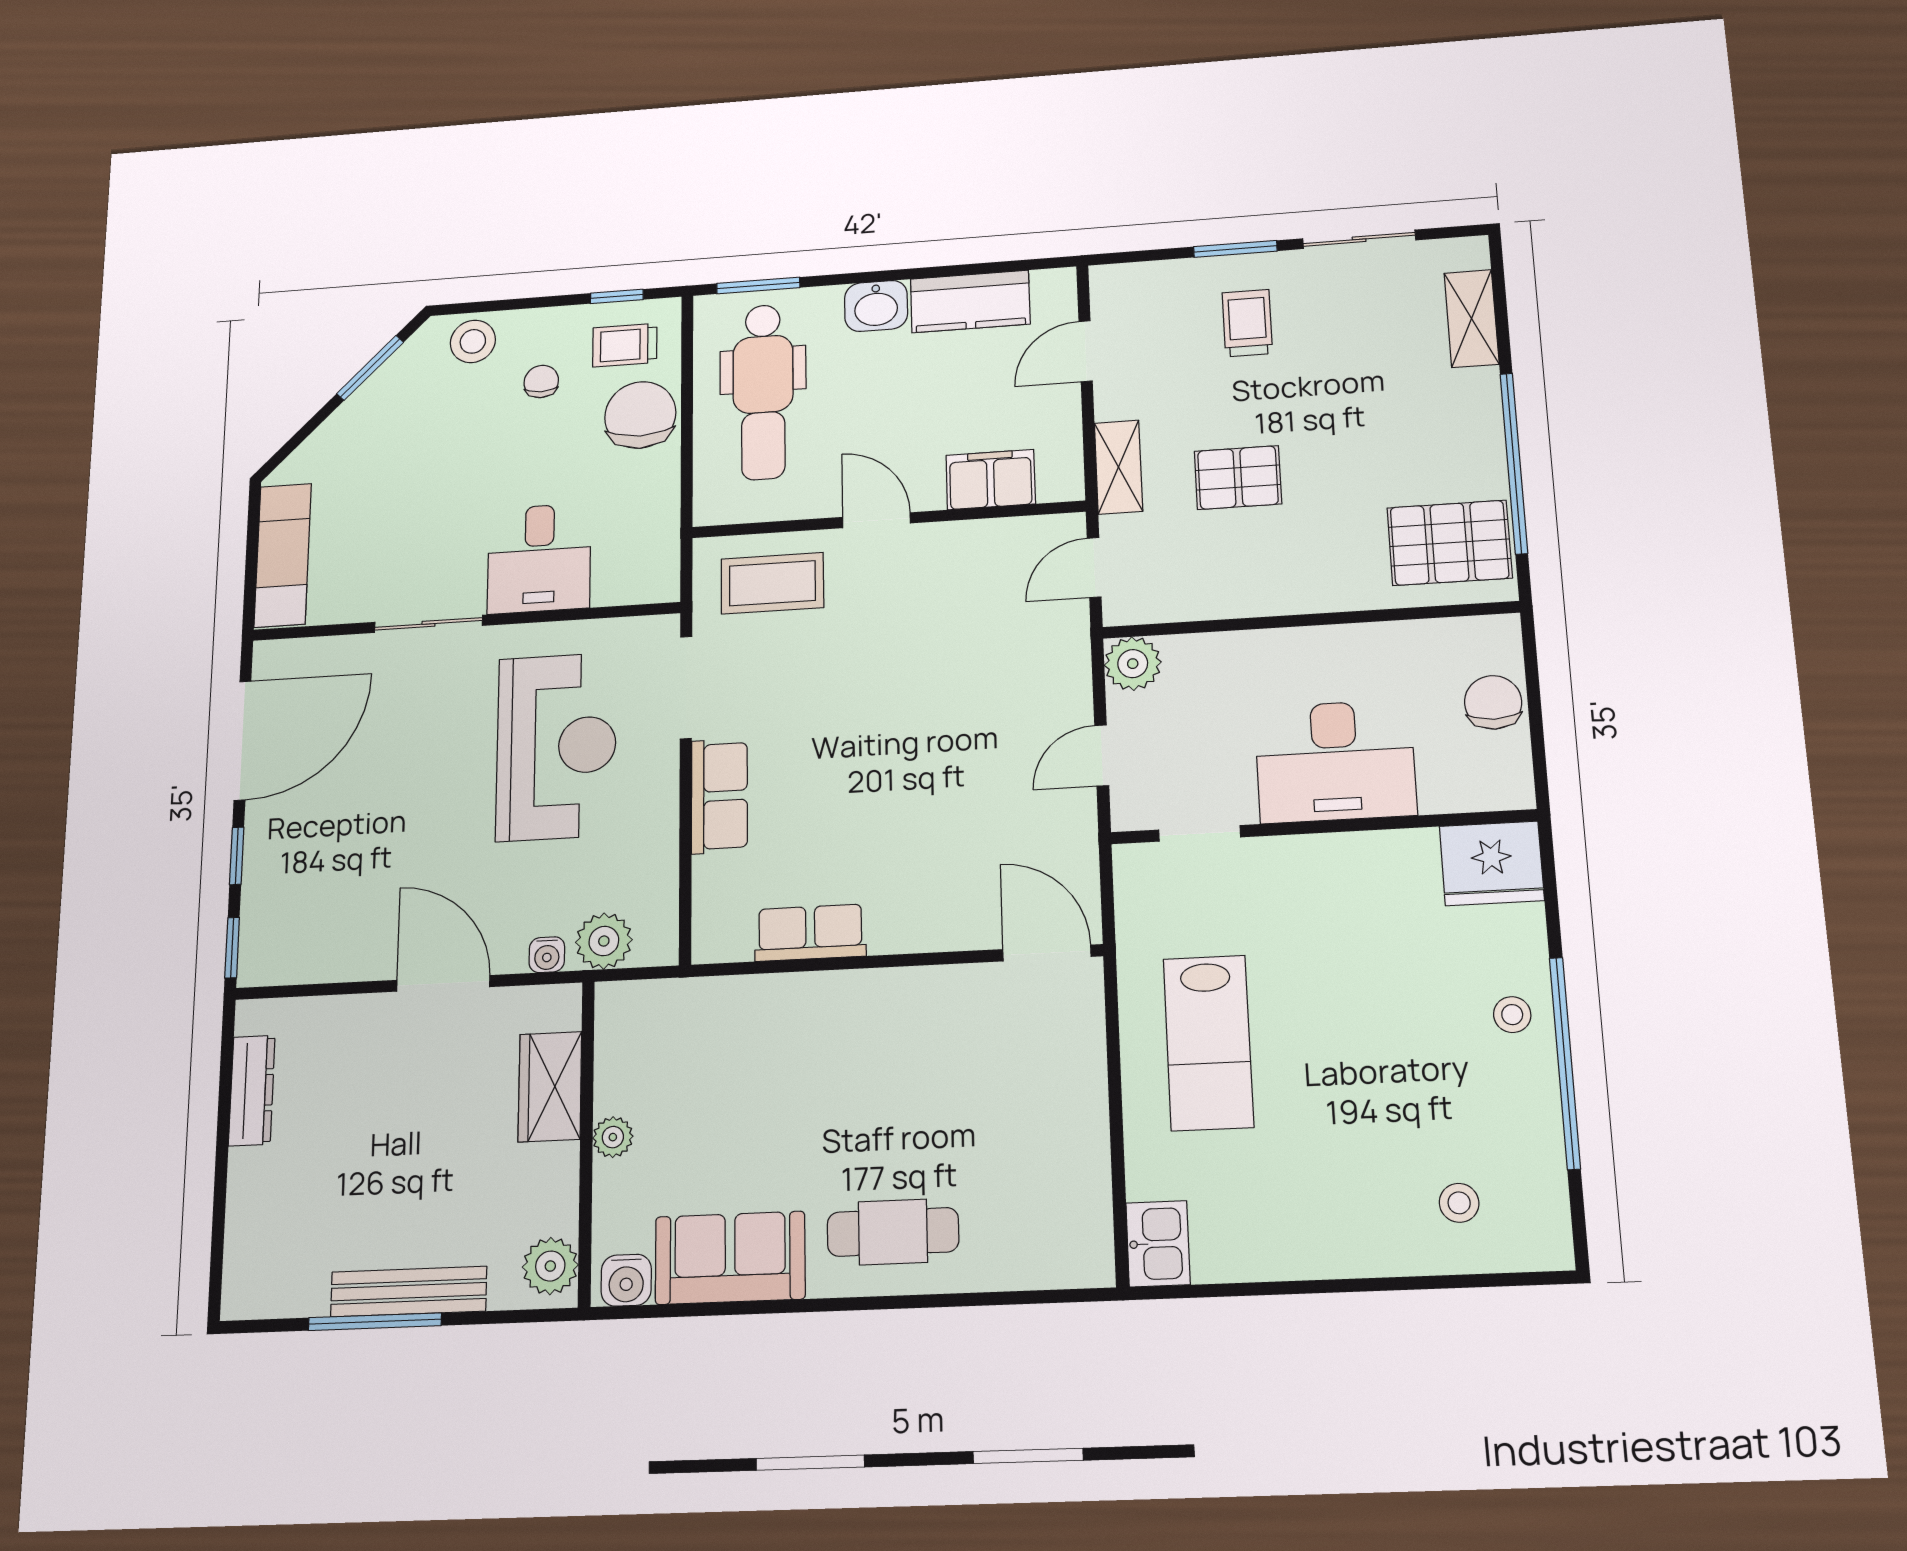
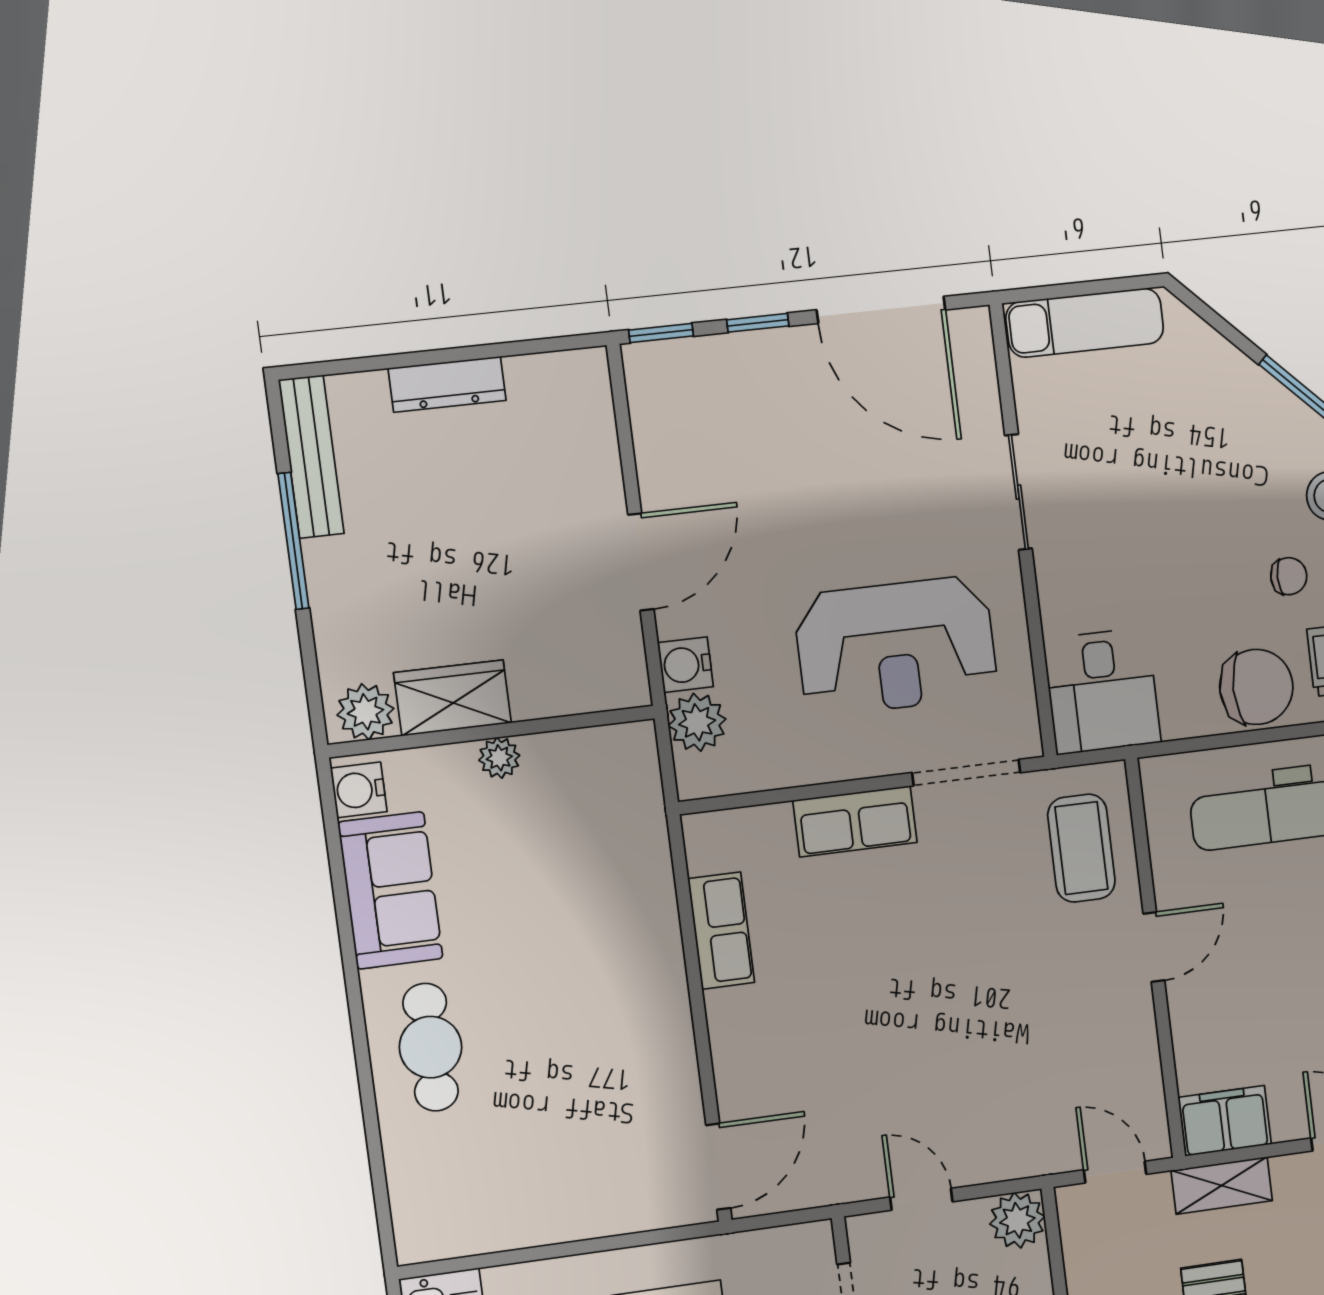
filing cabinet: (991, 480) -> (1225, 1121), moved, turned -90
desk: (539, 558) -> (1102, 691), moved, turned -90
water cooler: (547, 955) -> (686, 665), width x1.38, depth x1.38
wardrobe: (550, 1087) -> (453, 698), moved
dresser: (252, 1090) -> (447, 384), moved
bench: (409, 1292) -> (311, 457), moved

